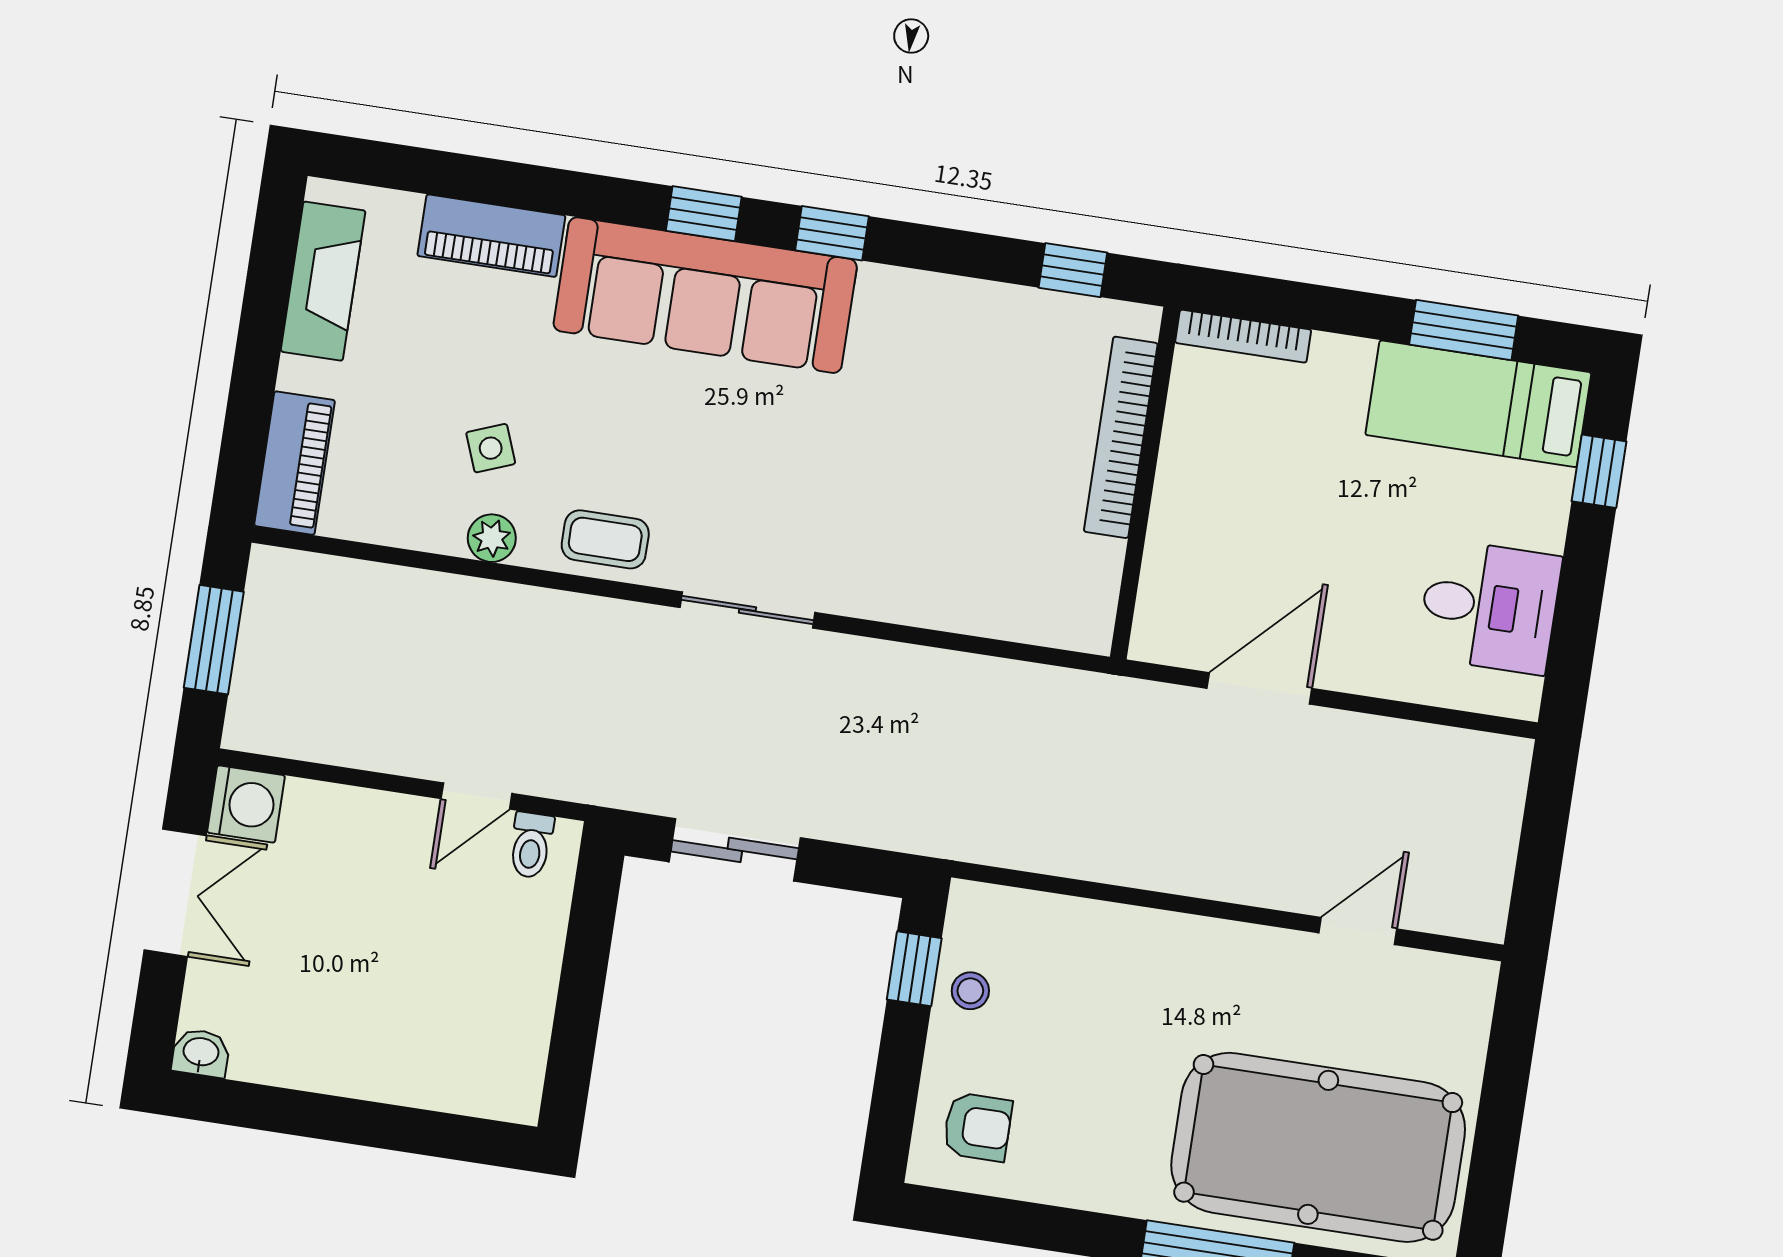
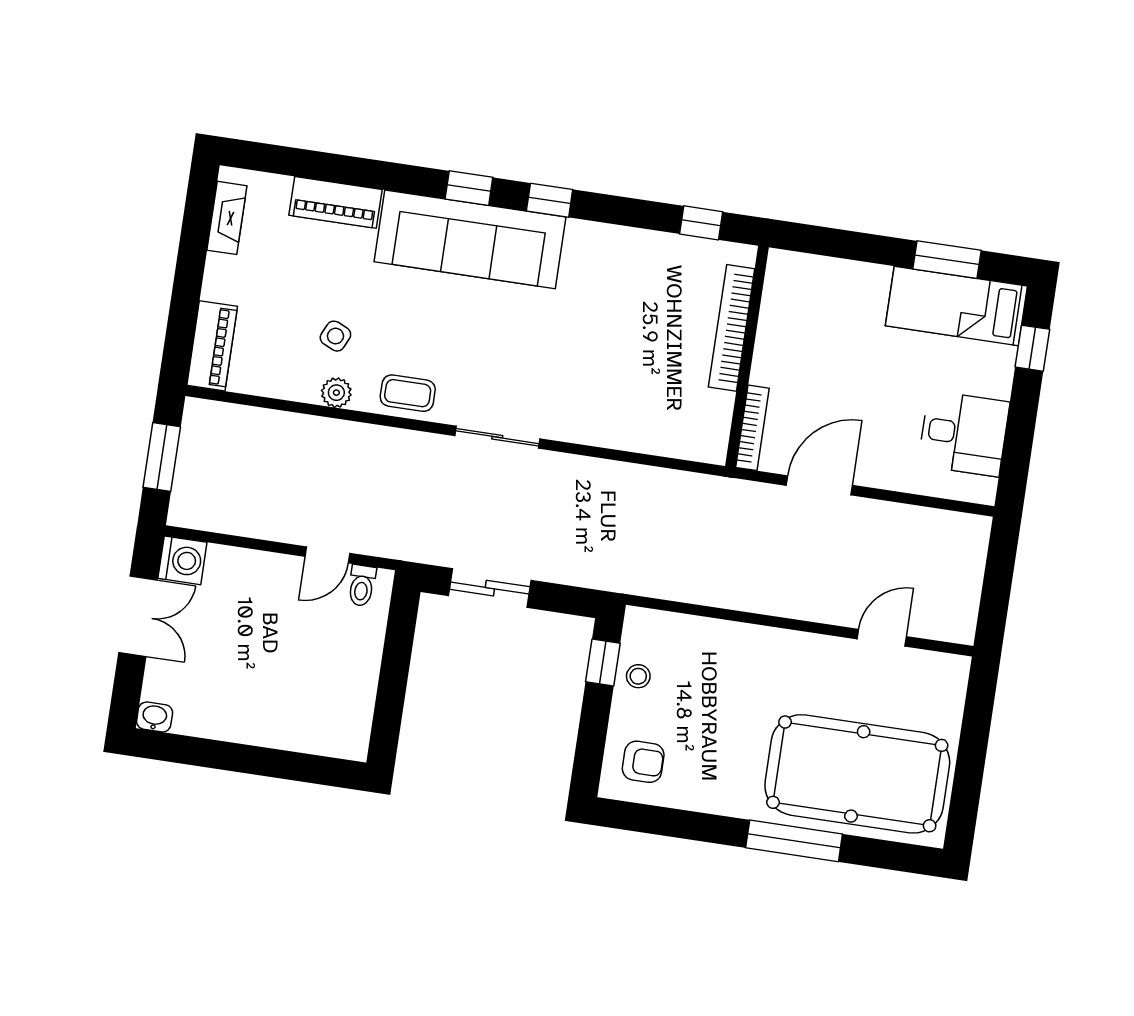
fireplace: (323, 281) -> (227, 218), width x0.73, depth x0.76
bookcase: (1243, 336) -> (752, 428), moved, turned -90
side table: (491, 448) -> (335, 336), turned 45

